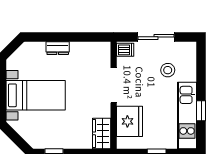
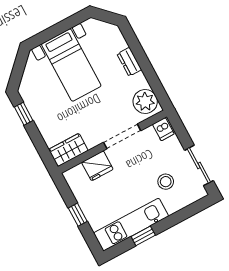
sliding door: (156, 37) -> (199, 165), moved
plant: (96, 52) -> (145, 102), added
fridge: (130, 121) -> (97, 166), width x0.73, depth x0.75

